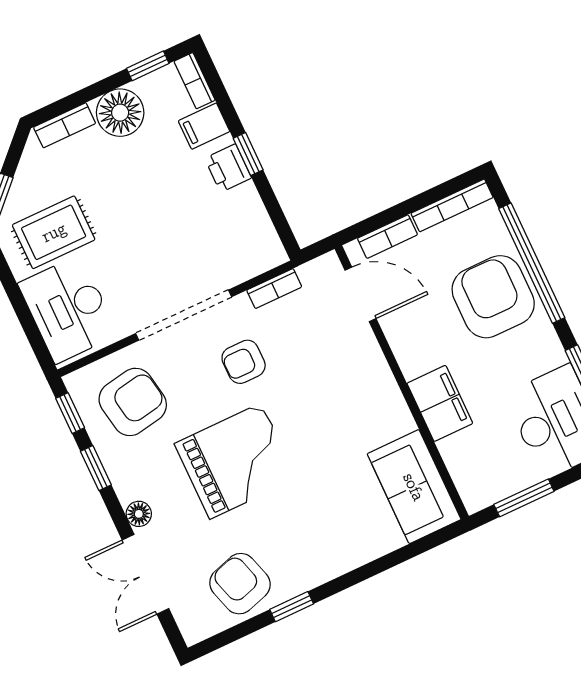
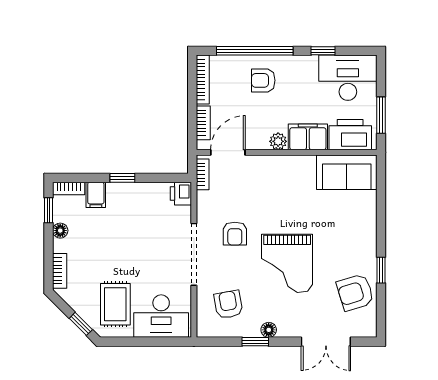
floor lamp: (120, 113) -> (60, 231), width x0.53, depth x0.53
printer: (228, 168) -> (181, 194), moved, turned 90
bookcase: (274, 289) -> (203, 174), moved
armchair: (493, 297) -> (263, 80), width x0.53, depth x0.53
plant: (412, 362) -> (278, 141), added
armchair: (133, 402) -> (228, 304), width x0.72, depth x0.72
window: (70, 413) -> (218, 342), removed
grand piano: (236, 461) -> (287, 263), turned 180
printer: (473, 465) -> (350, 135), added
floor lamp: (139, 514) -> (269, 330), moved

